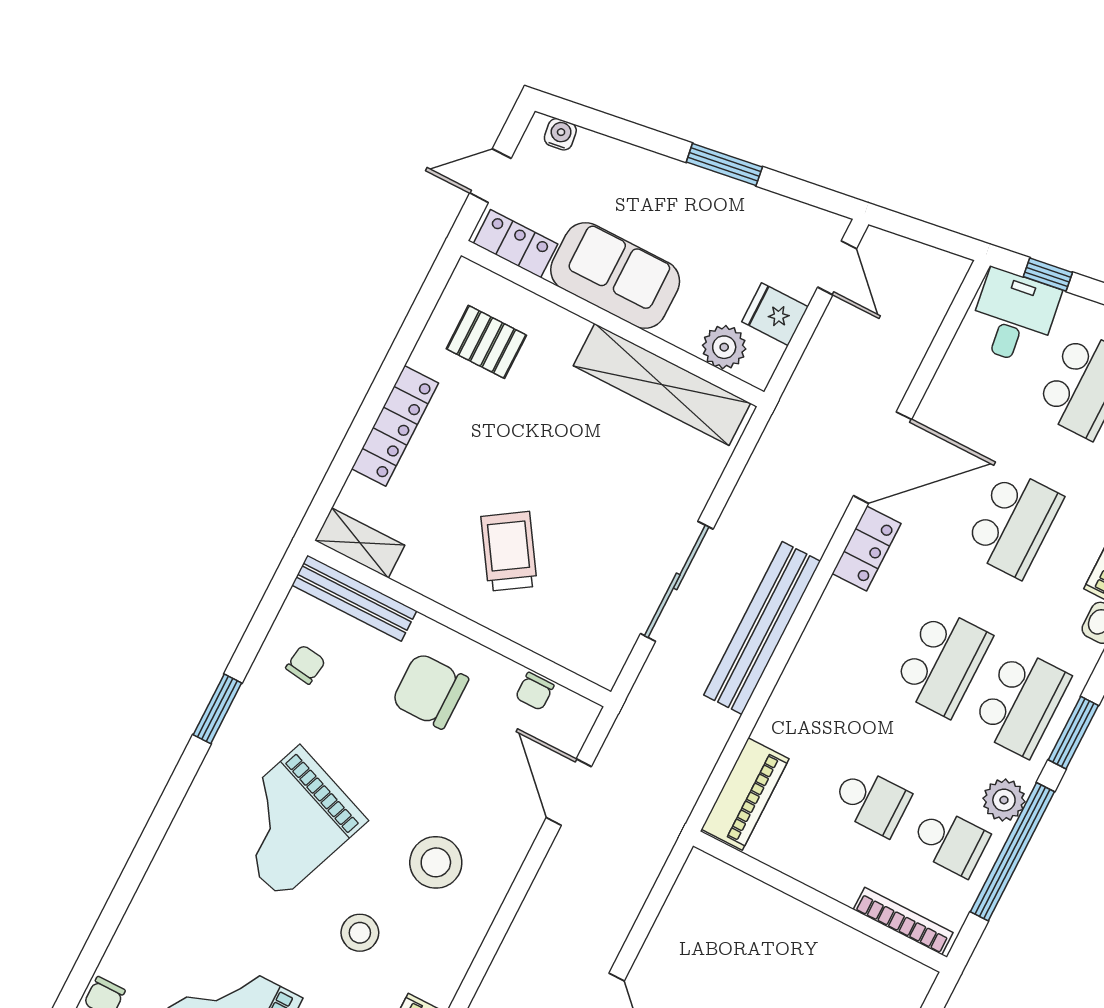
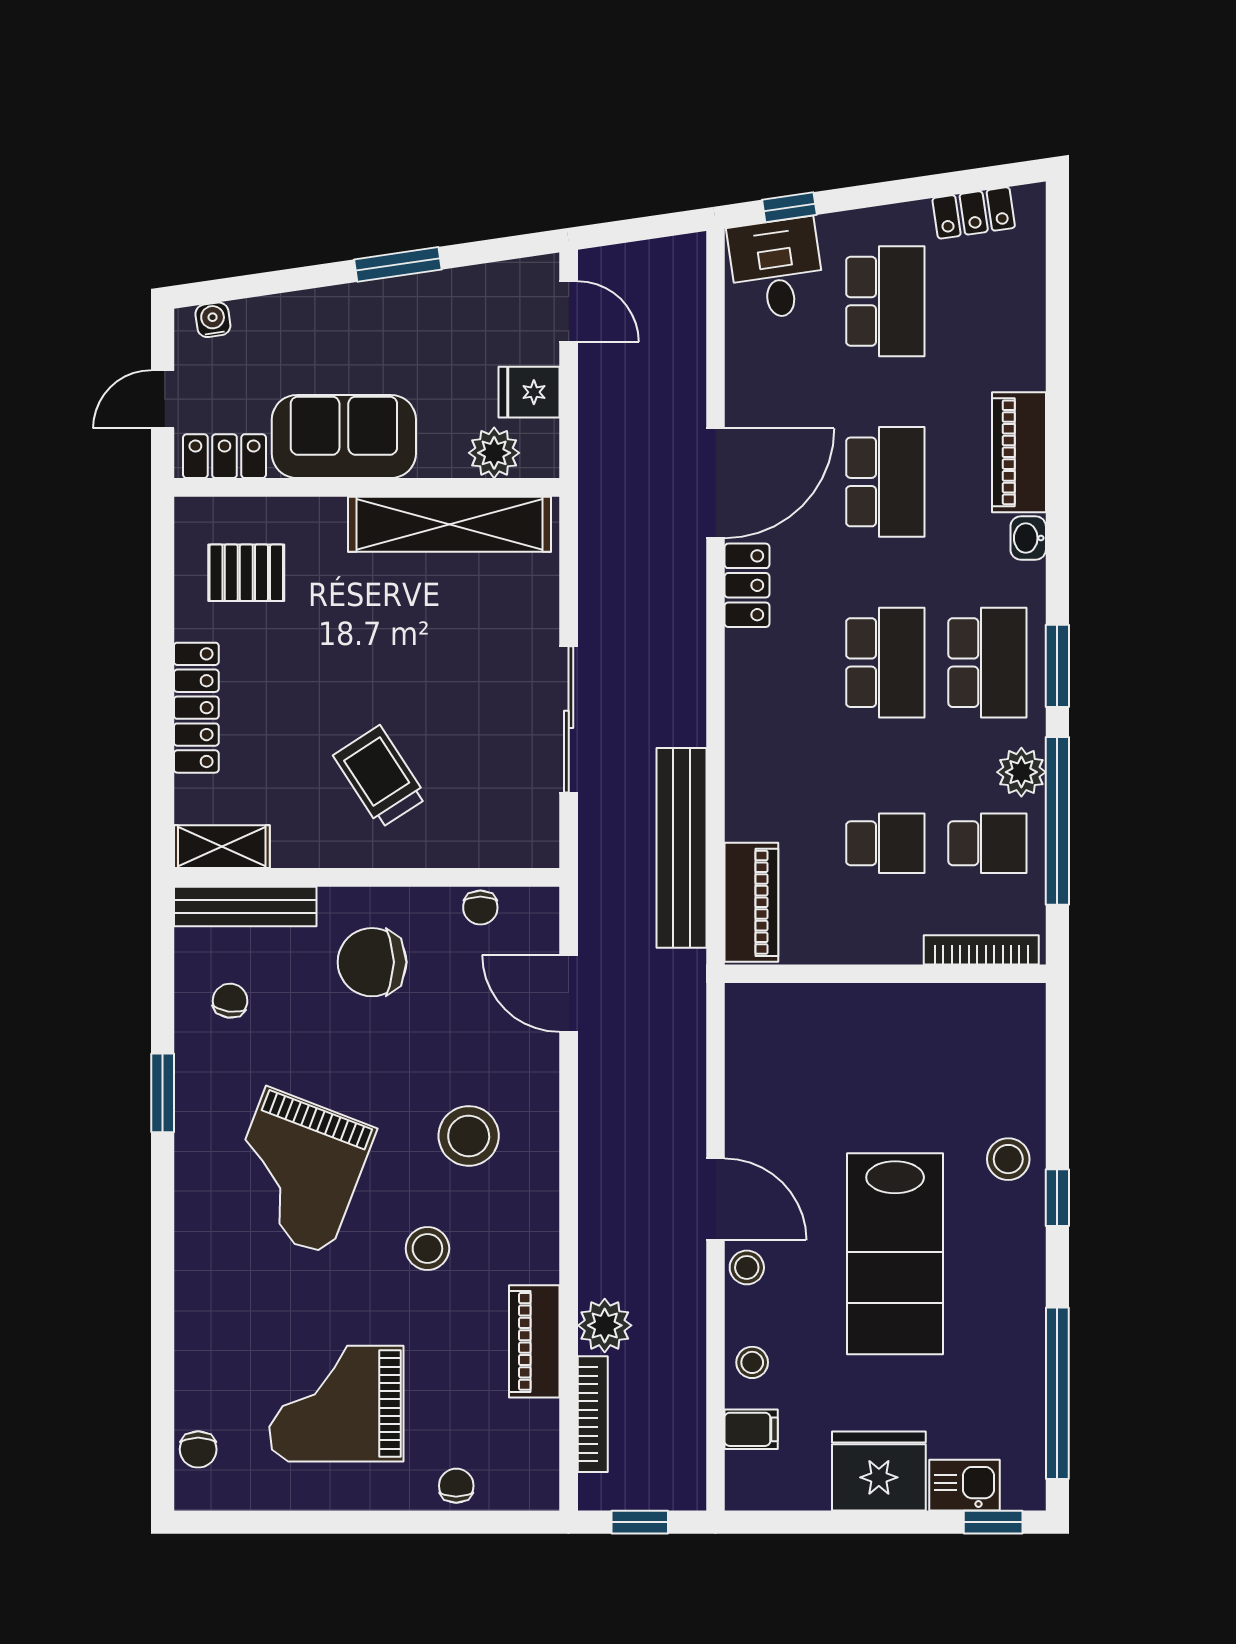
bench: (762, 628) -> (681, 848), moved

